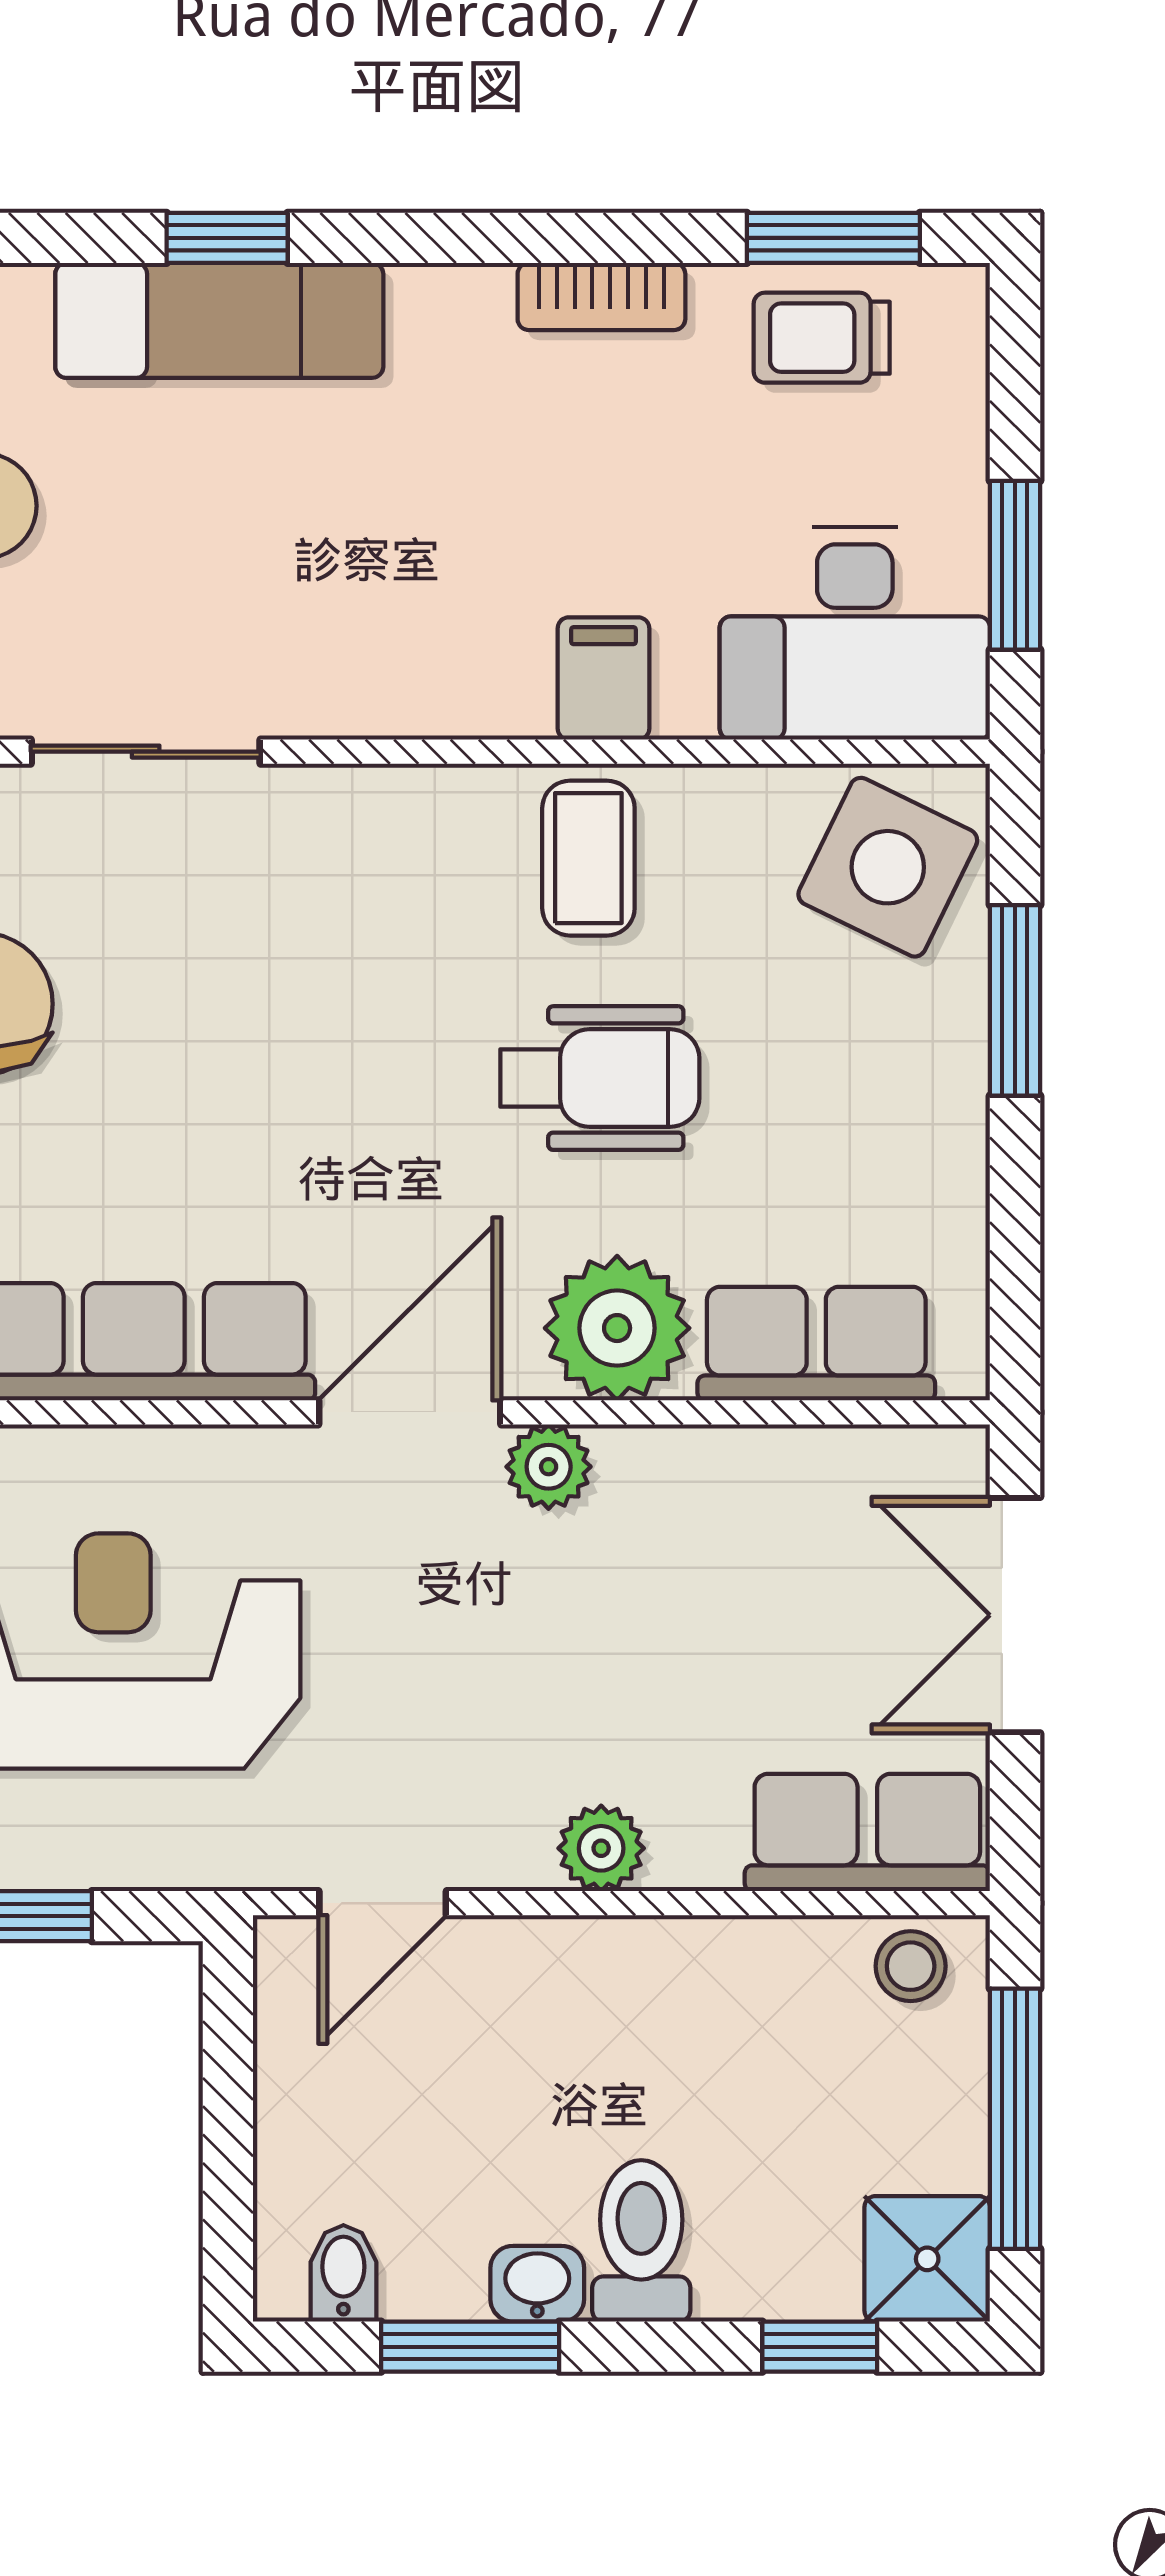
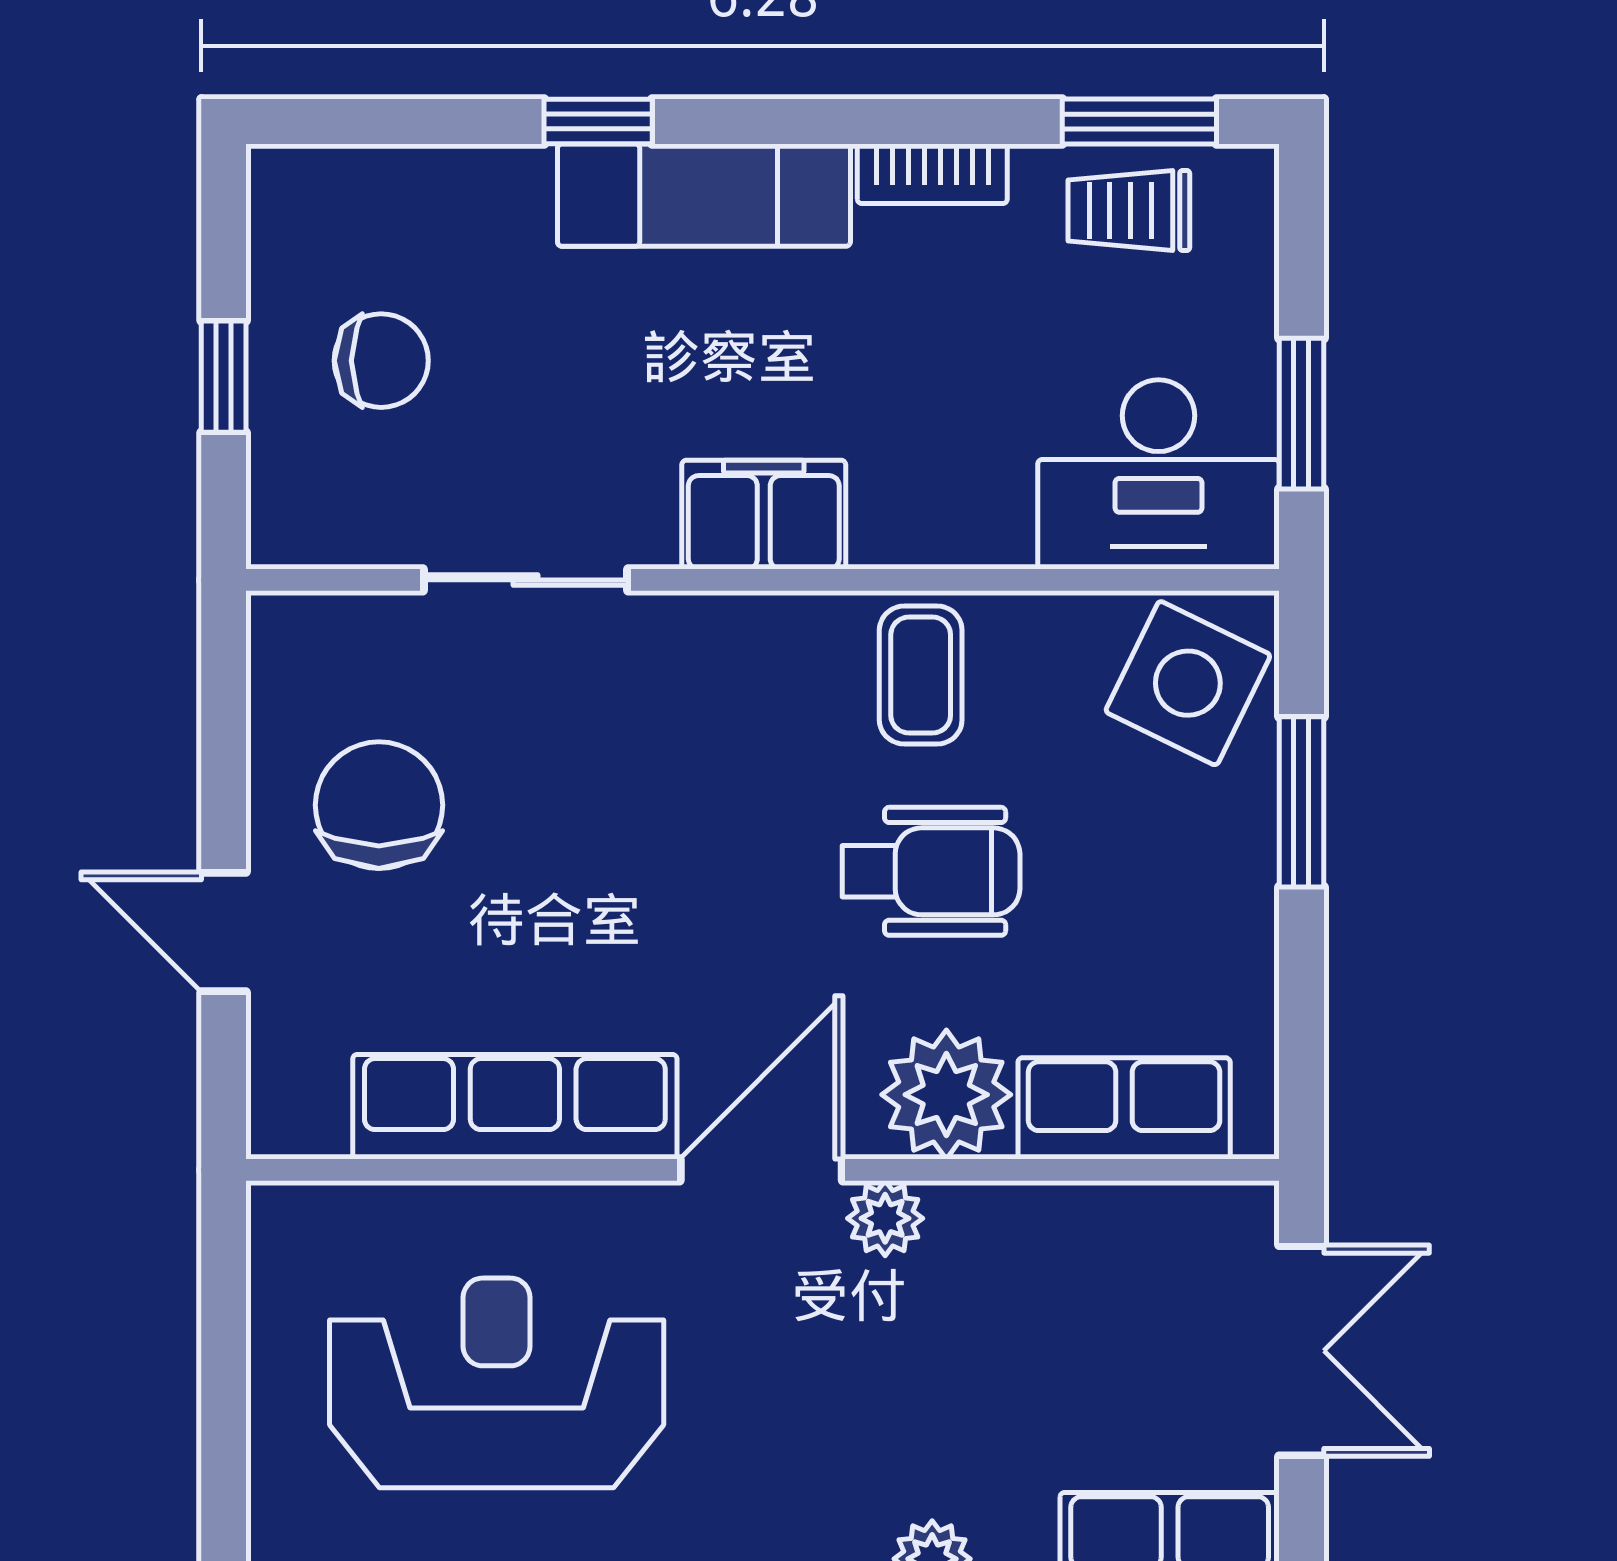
exam couch: (219, 320) -> (704, 195), moved
filing cabinet: (603, 678) -> (764, 515), moved, width x2.00
double door: (1015, 1615) -> (1301, 1351), swing flipped

